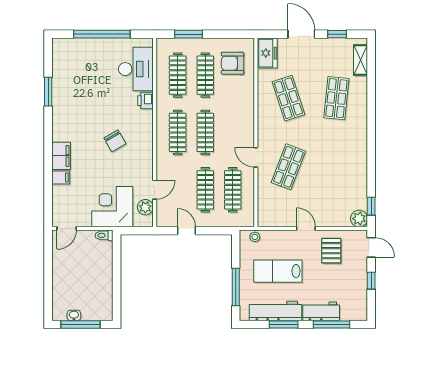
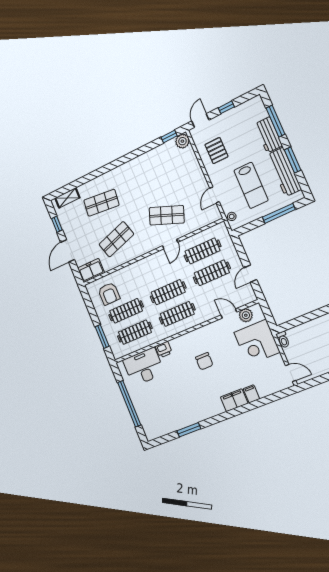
chair: (115, 141) -> (204, 361), turned 120
door: (306, 228) -> (215, 195), moved
pallet: (331, 251) -> (216, 151), turned 90

